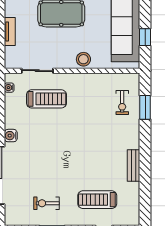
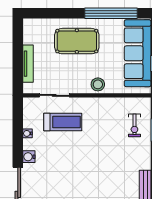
tv unit: (10, 31) -> (28, 64), width x1.41
water cooler: (9, 88) -> (27, 133), moved

